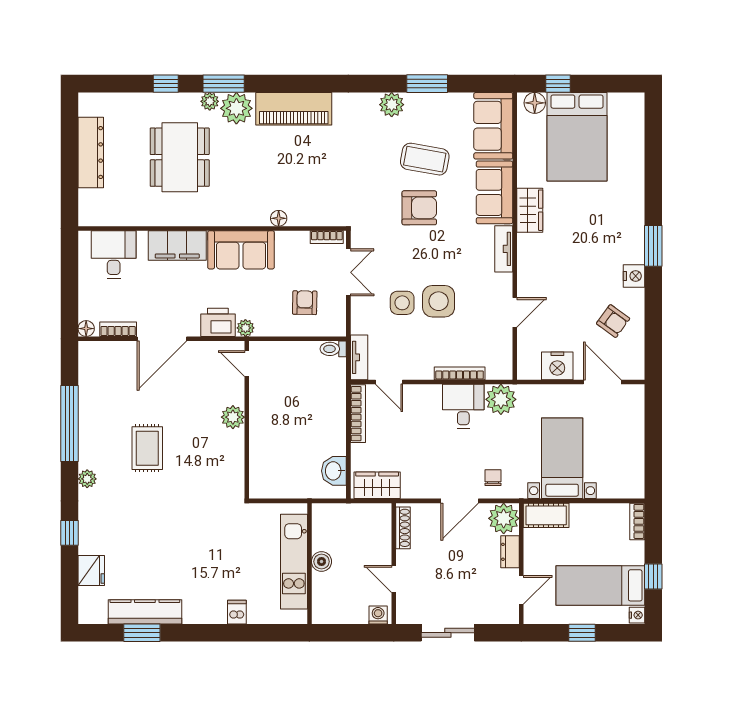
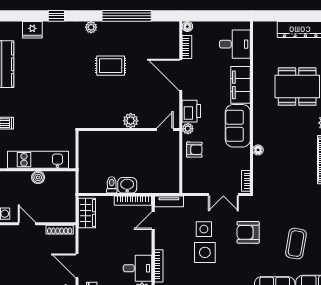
armchair: (419, 208) -> (248, 232), moved, turned 90
armchair: (305, 303) -> (194, 150), moved
toilet: (333, 349) -> (112, 185), moved
washbasin: (334, 471) -> (127, 185), moved
door: (394, 579) -> (27, 224), hinge flipped

